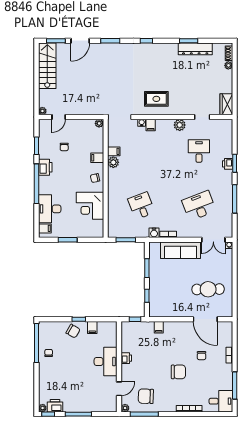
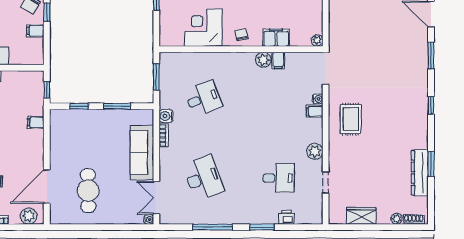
wardrobe: (226, 104) -> (361, 216), moved
filing cabinet: (97, 158) -> (276, 38), width x2.00
printer: (228, 164) -> (286, 217), moved
plant: (227, 332) -> (29, 216), added

